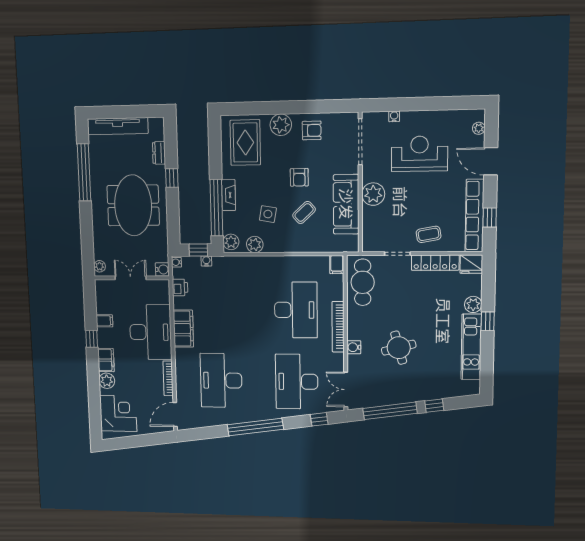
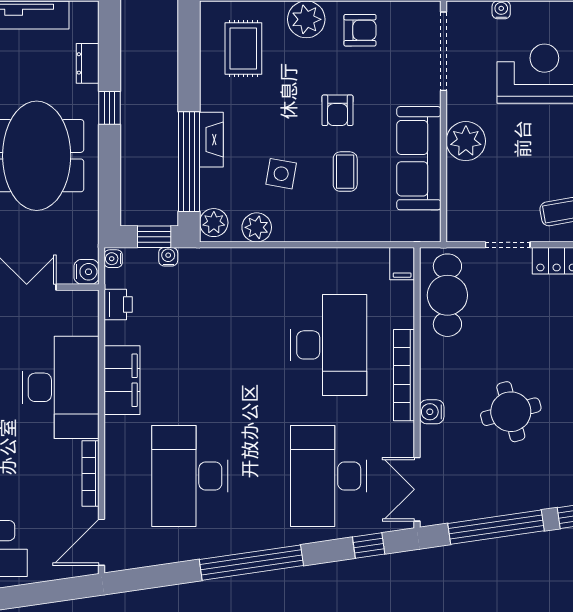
rug: (245, 143) -> (243, 48), width x0.73, depth x0.70
coffee table: (304, 212) -> (345, 172), turned -47

